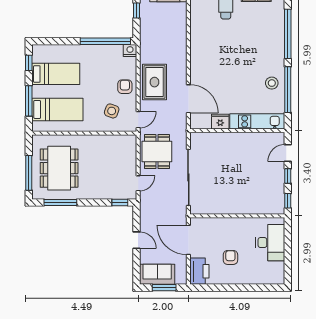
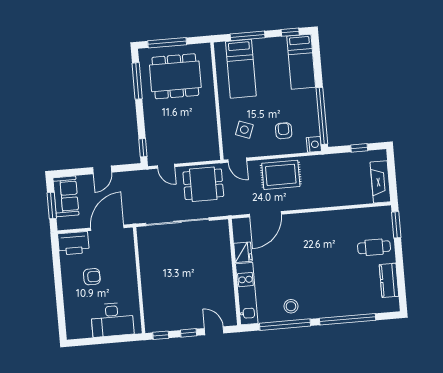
bed: (56, 74) -> (301, 62), moved
armchair: (125, 87) -> (284, 131), moved, turned -90

